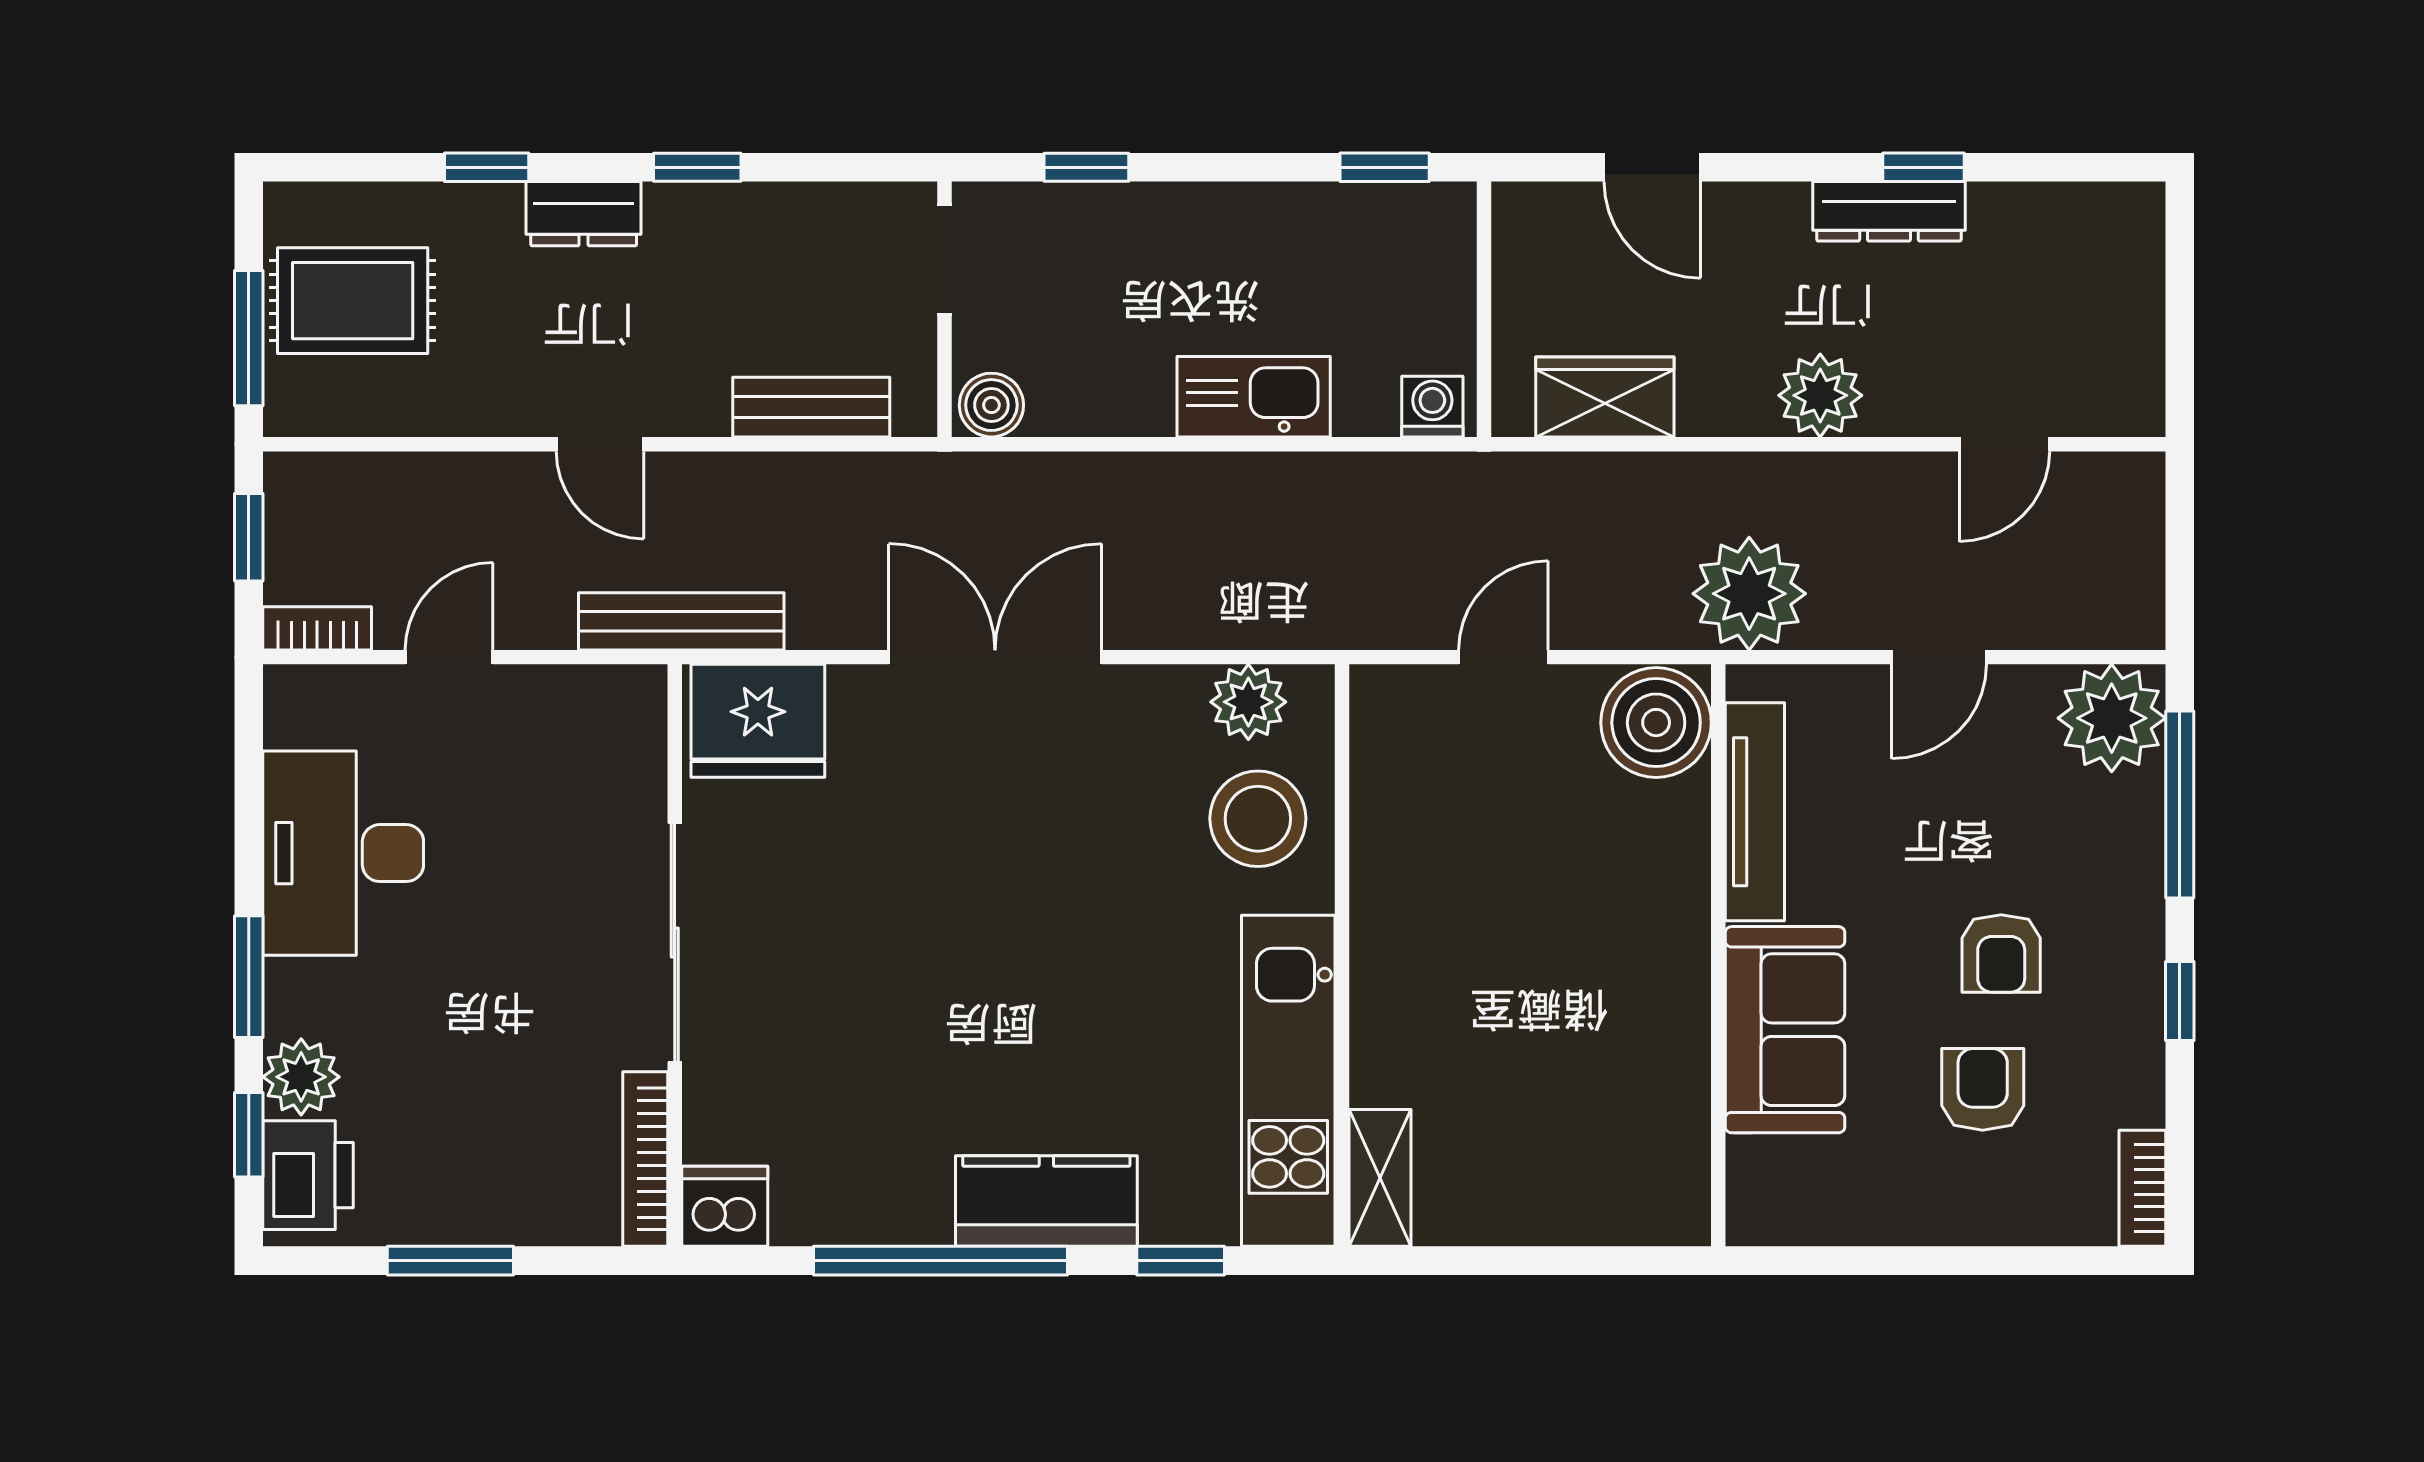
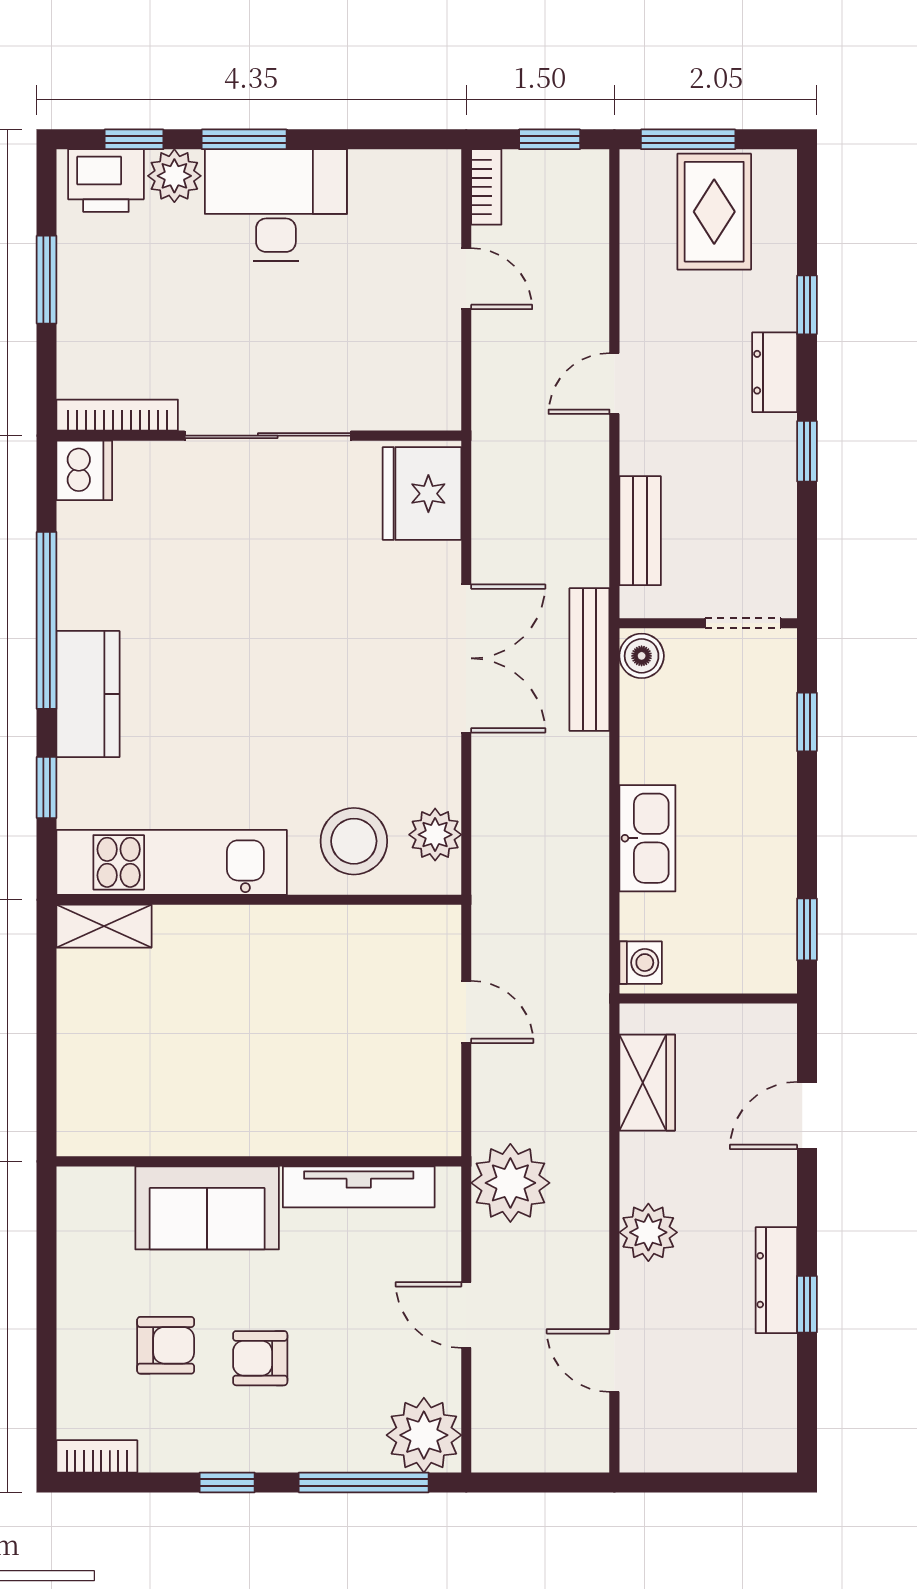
bench: (681, 621) -> (589, 660), moved
boiler: (1656, 723) -> (421, 1118), removed
desk: (343, 853) -> (276, 205), moved

